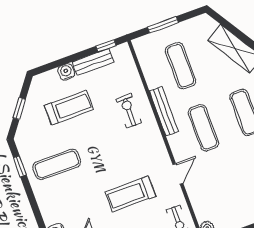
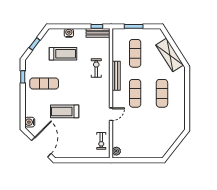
bench: (93, 62) -> (98, 33), moved
treadmill: (130, 194) -> (65, 111), moved

